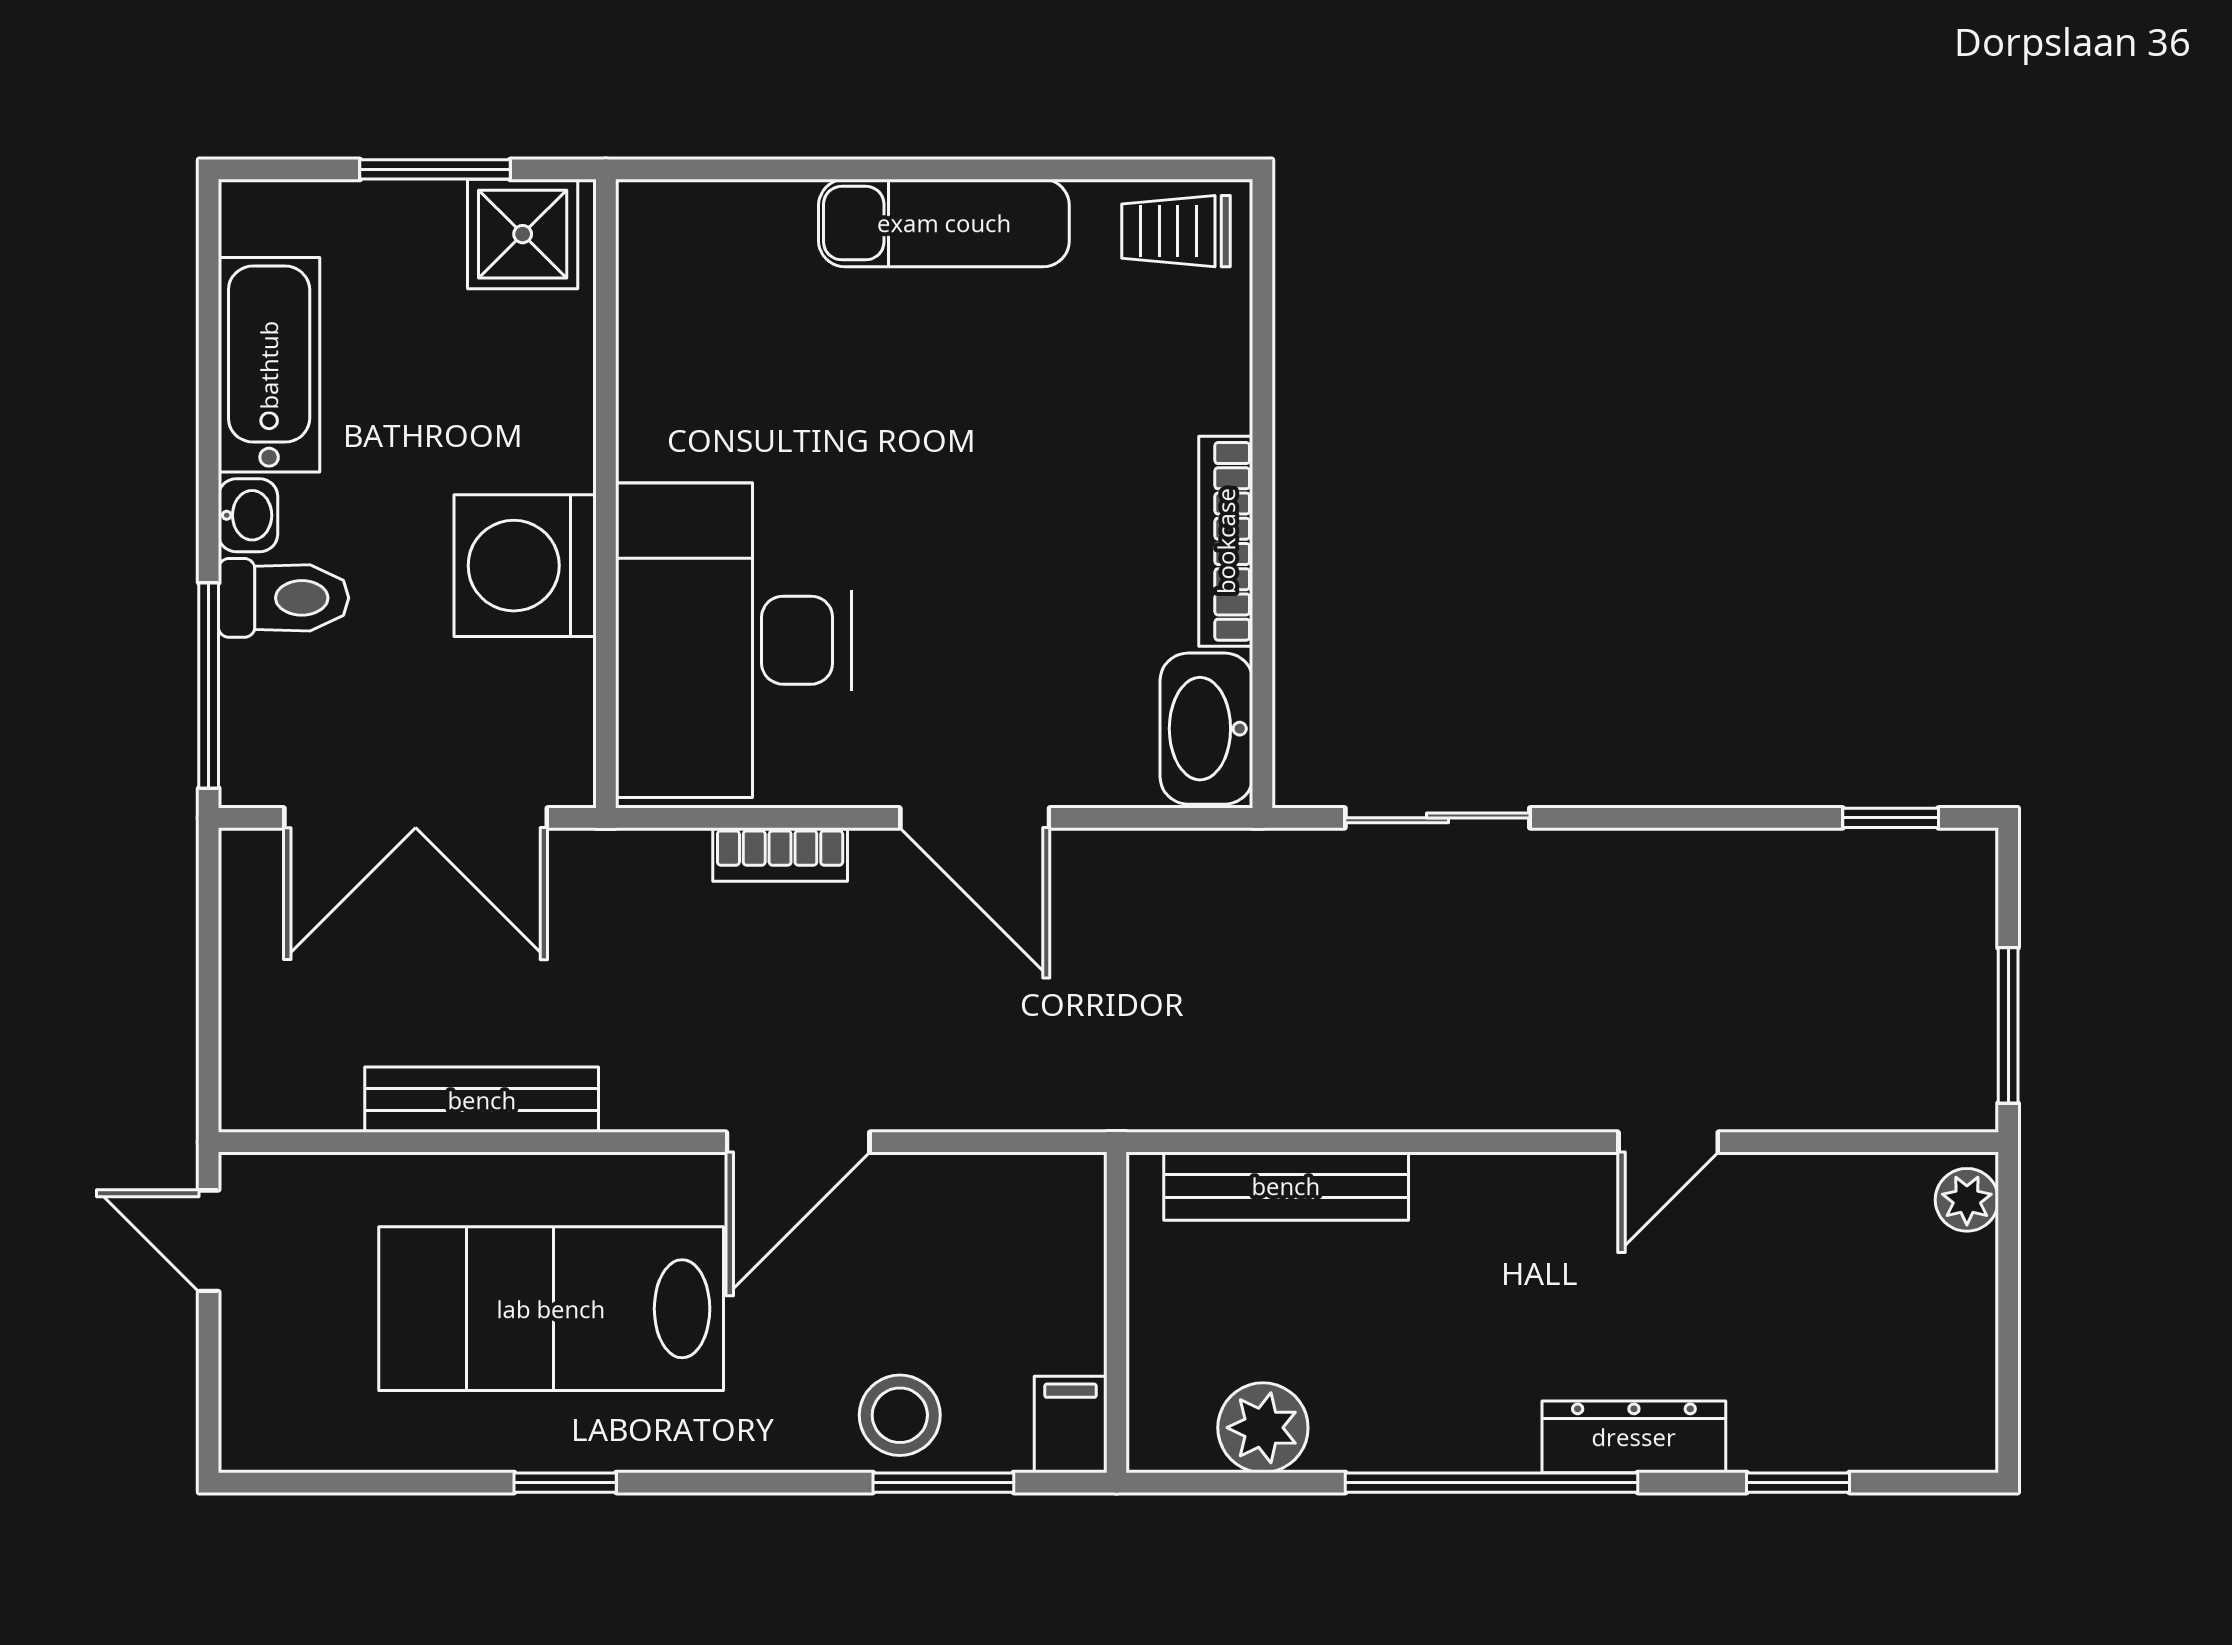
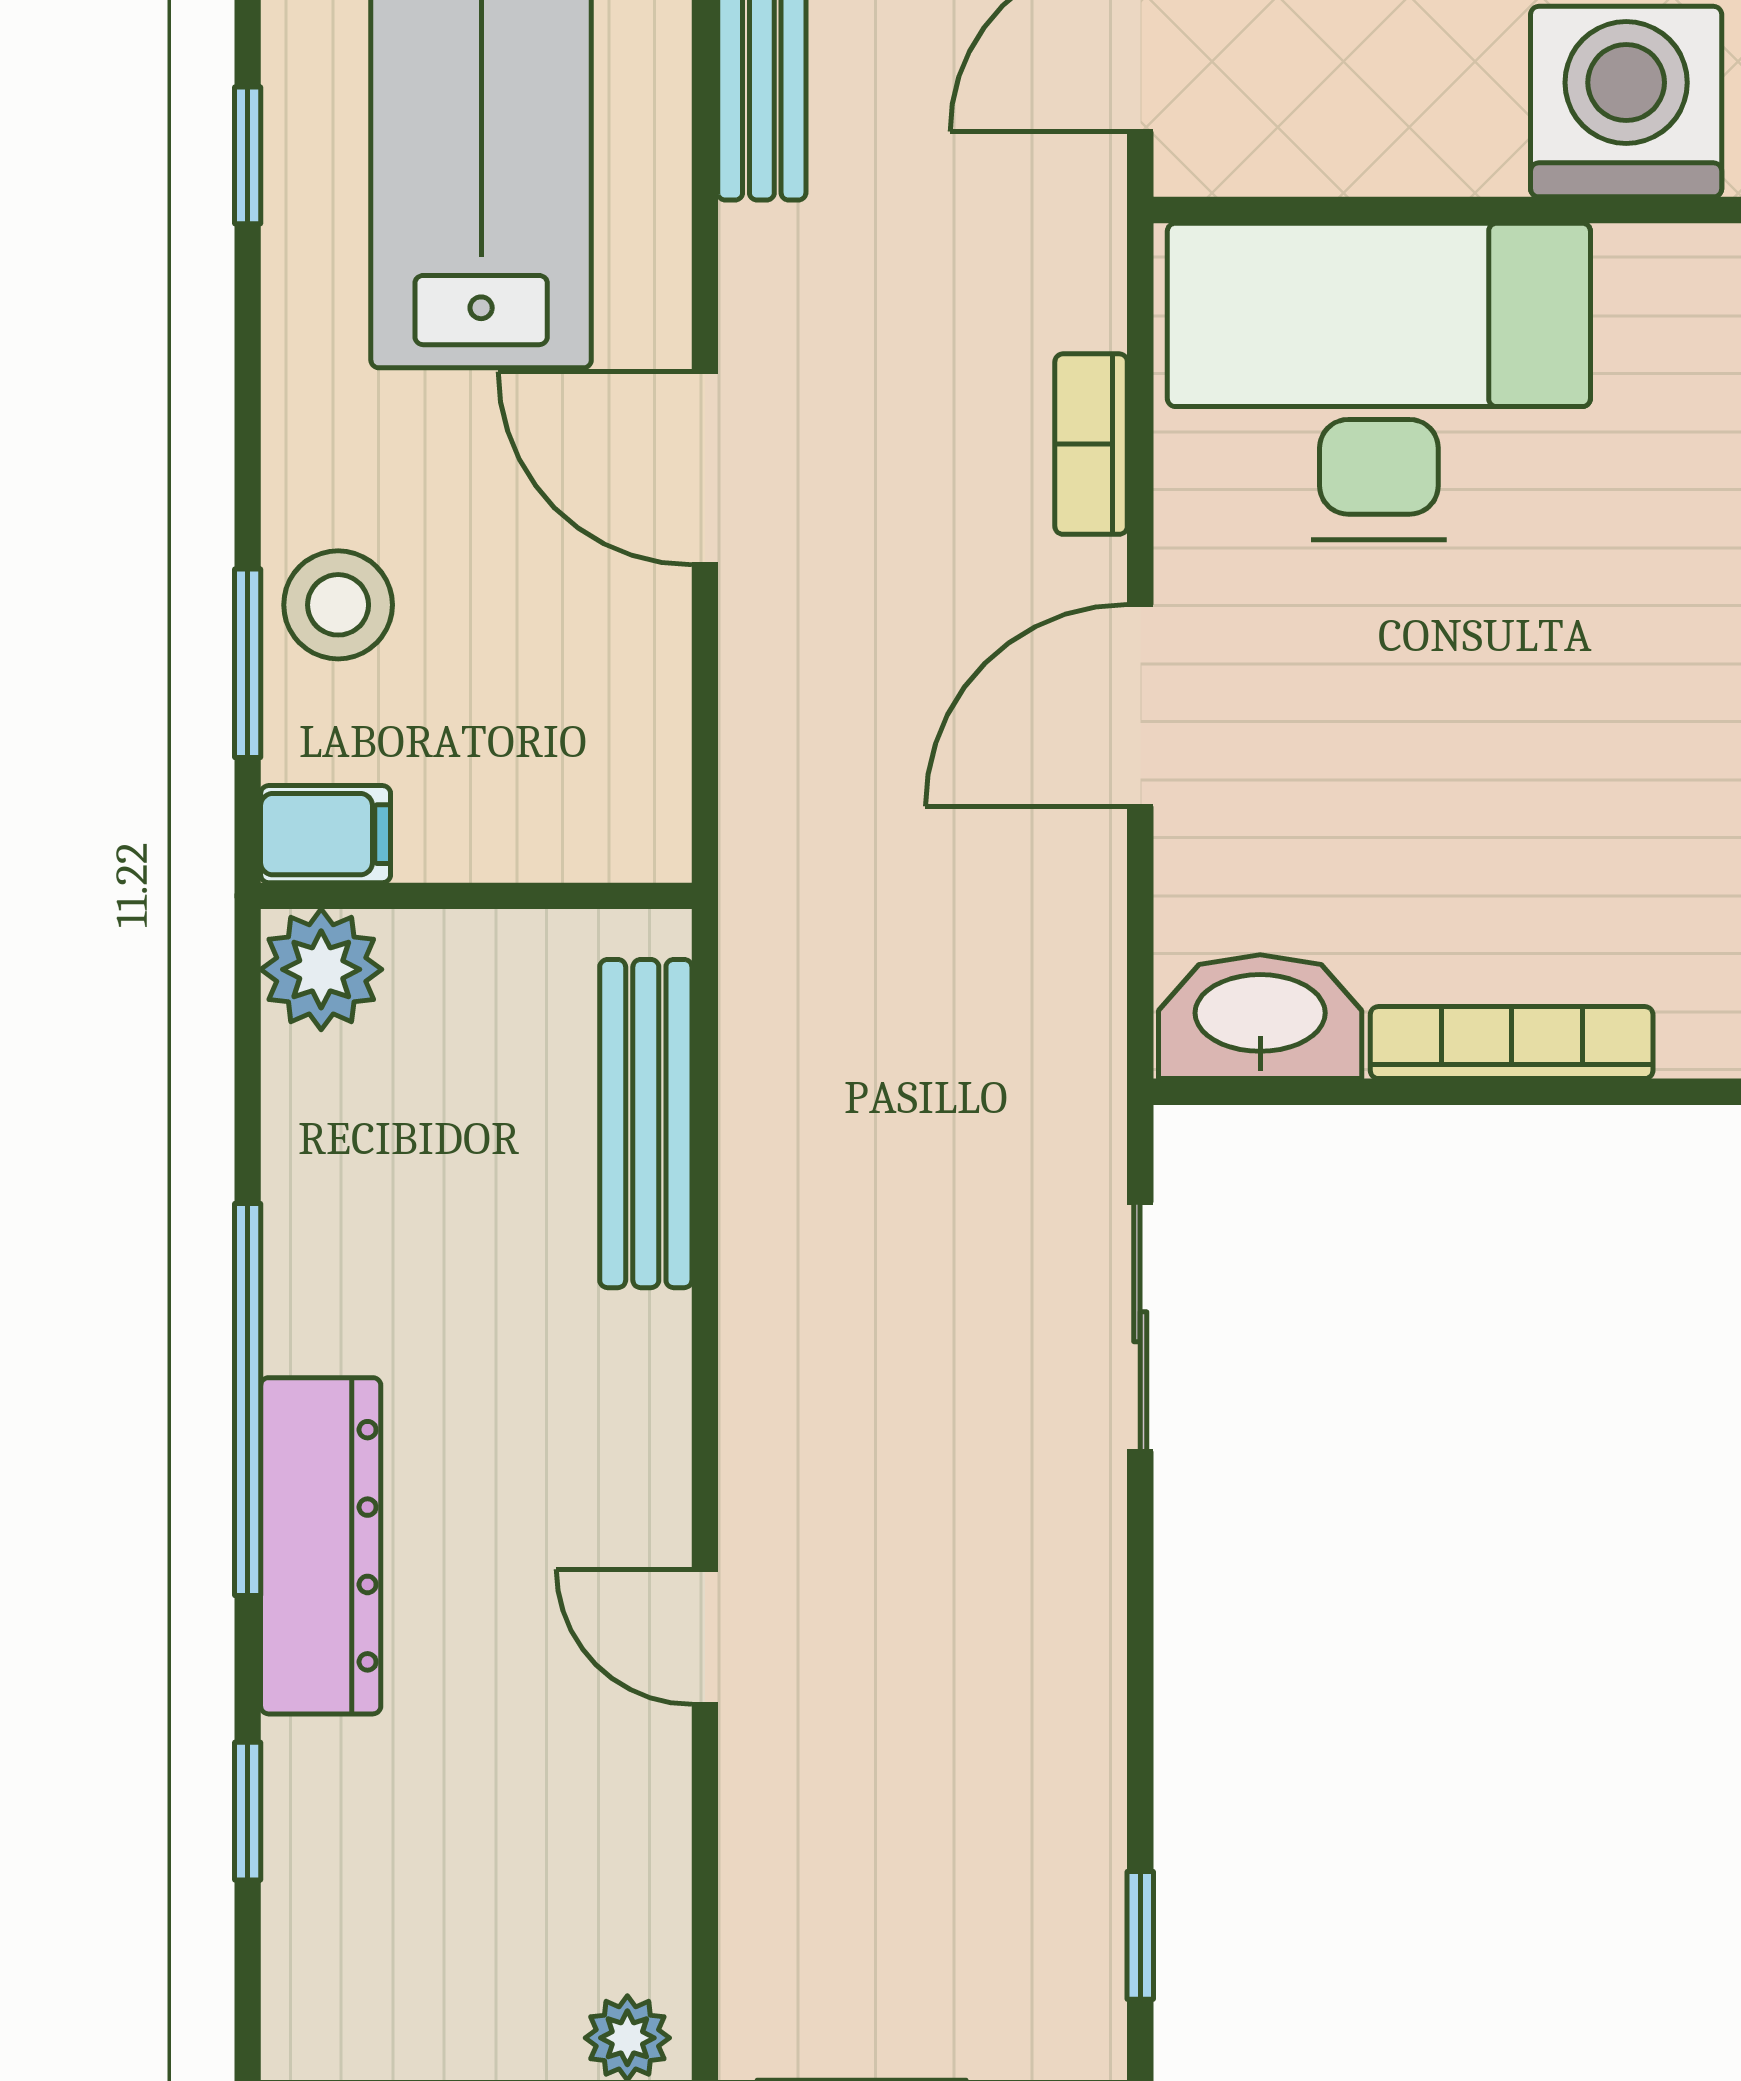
washing machine: (525, 566) -> (1626, 102), moved
plant: (1263, 1428) -> (321, 969), moved
dresser: (1634, 1437) -> (321, 1546), width x1.37, depth x1.24

